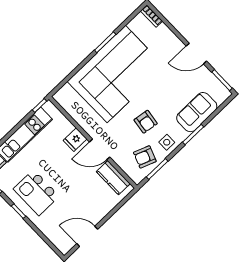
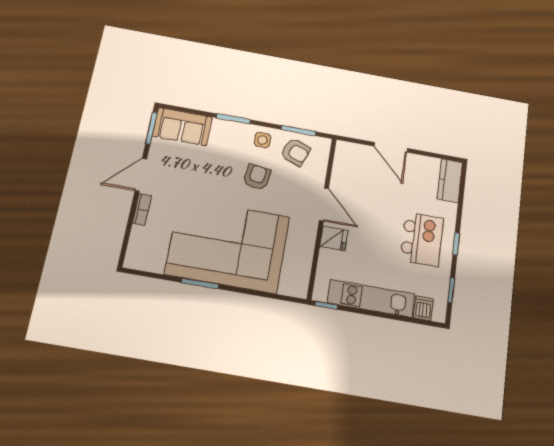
bookcase: (151, 16) -> (142, 210), moved
door: (196, 54) -> (141, 175), swing flipped
sofa: (197, 112) -> (182, 127), moved
kitchen counter: (113, 178) -> (450, 181), moved, turned 180
door: (87, 236) -> (391, 147), moved

